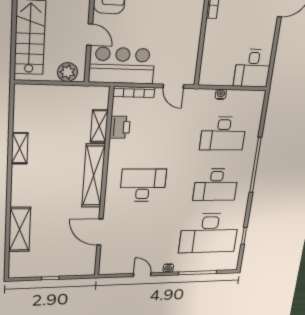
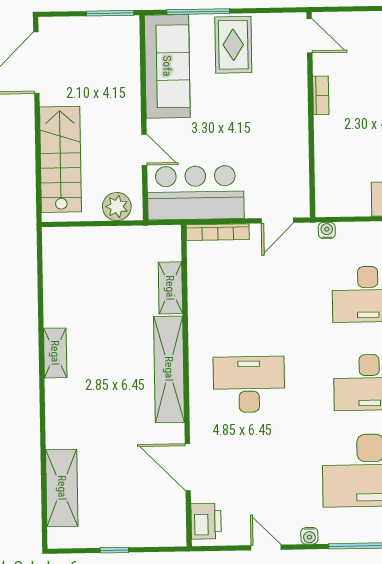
door: (173, 86) -> (277, 221), hinge flipped
water cooler: (221, 94) -> (327, 230), moved
printer: (120, 127) -> (206, 521), moved
shelving: (20, 148) -> (55, 353), moved
shelving: (20, 230) -> (62, 488), moved

